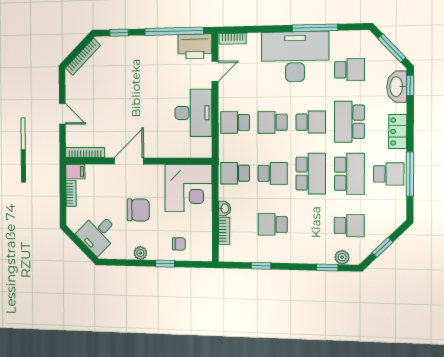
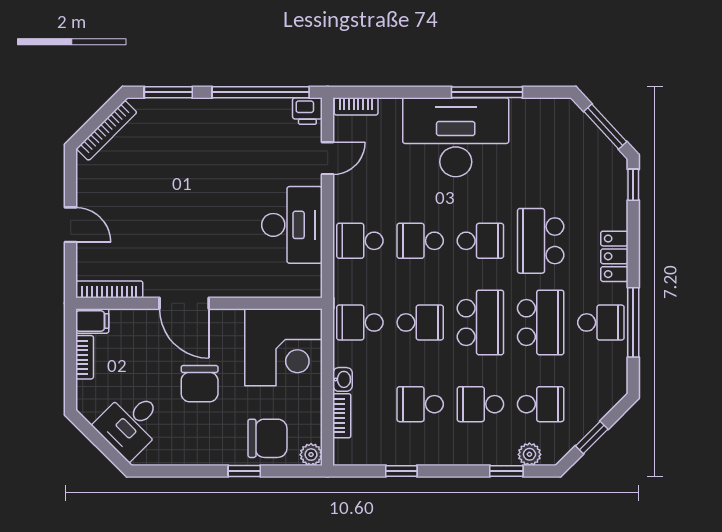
window: (119, 33) -> (168, 92), width x1.50
printer: (195, 46) -> (307, 111), width x0.53, depth x0.68
school desk: (349, 70) -> (480, 404), moved, turned 180
washbasin: (397, 87) -> (613, 187), removed
door: (129, 161) -> (184, 303), swing flipped
chair: (138, 210) -> (200, 384), turned 90
chair: (179, 244) -> (268, 438), width x1.87, depth x1.87
plant: (140, 253) -> (311, 455), moved

